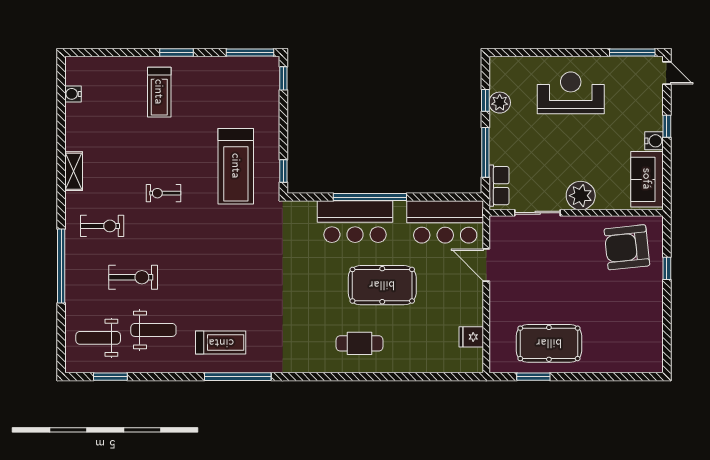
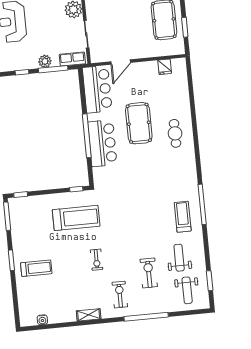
plant: (500, 103) -> (45, 61), moved

